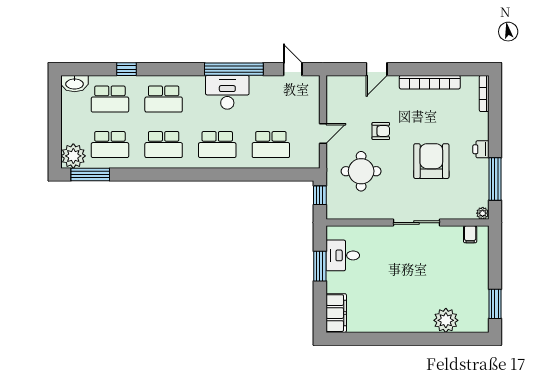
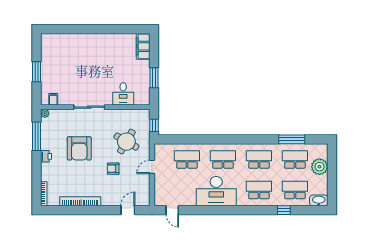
window: (234, 69) -> (212, 210), removed
door: (377, 69) -> (128, 210), moved
desk: (227, 92) -> (216, 191), width x1.36, depth x1.30
plant: (73, 156) -> (320, 167), moved
round table: (361, 171) -> (126, 142), turned 30
window: (90, 174) -> (292, 139), moved
desk: (343, 255) -> (123, 94), moved, turned 90
window: (495, 304) -> (37, 72), moved
plant: (446, 320) -> (70, 42), removed

